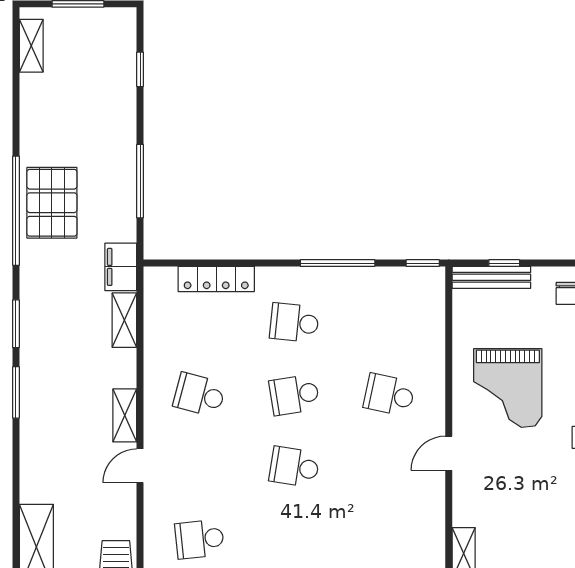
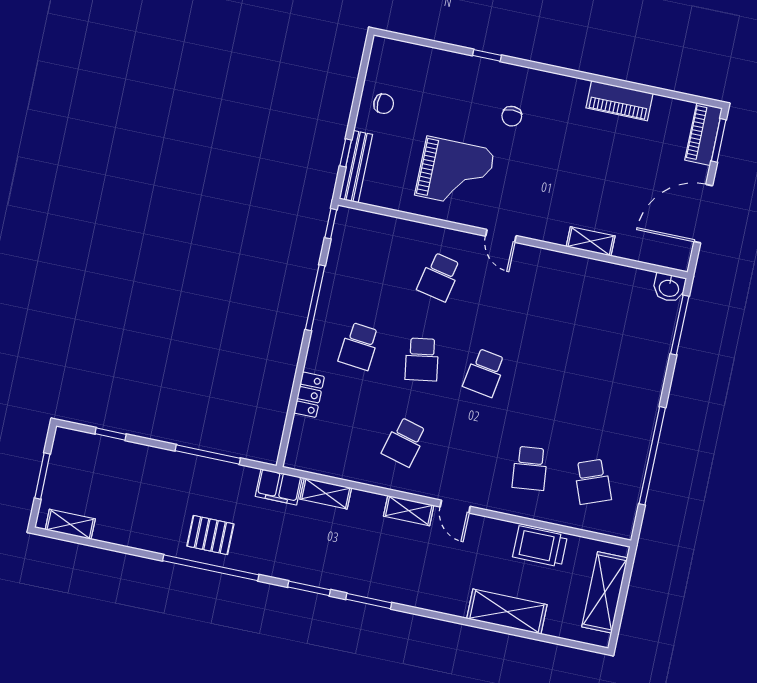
pallet: (52, 203) -> (210, 535), width x0.67, depth x0.71
locker: (216, 279) -> (309, 395), width x0.66

